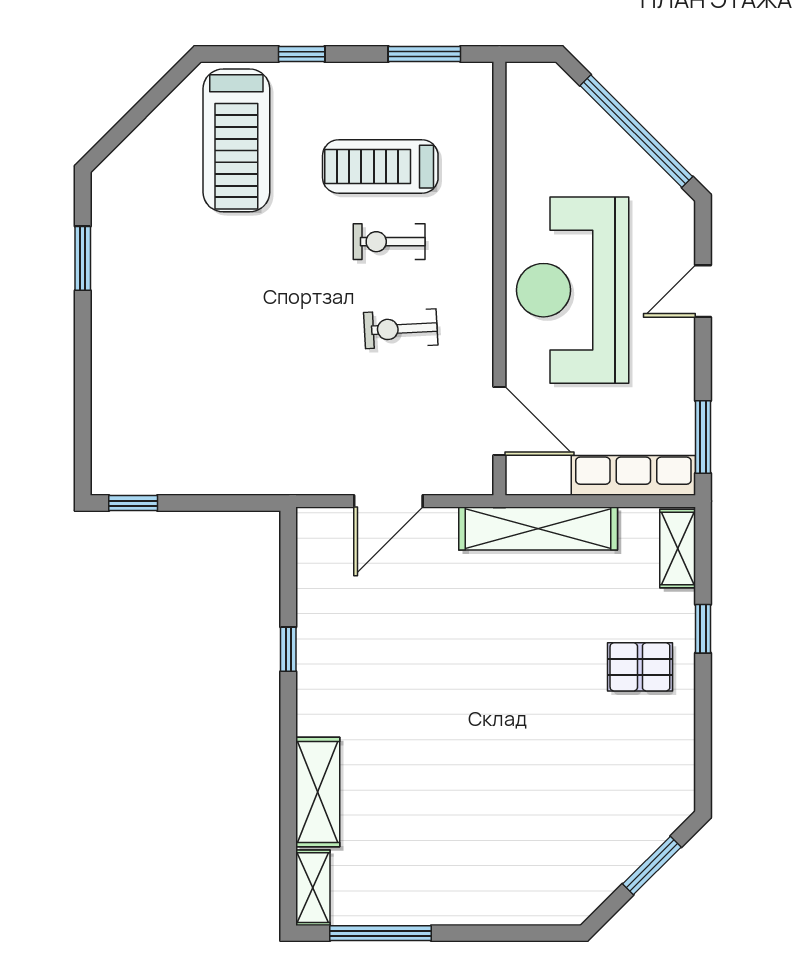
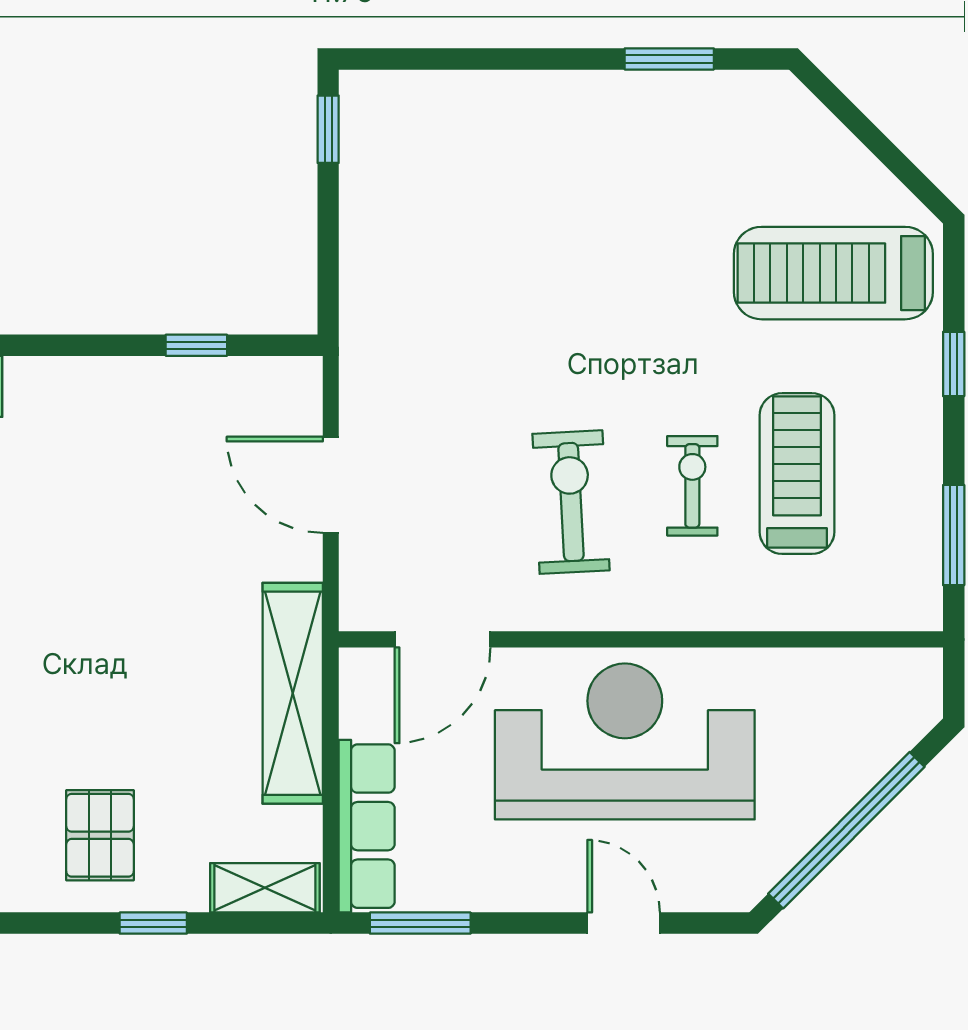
exercise bike: (401, 329) -> (571, 502), width x1.38, depth x1.39
window: (288, 649) -> (196, 345), moved

